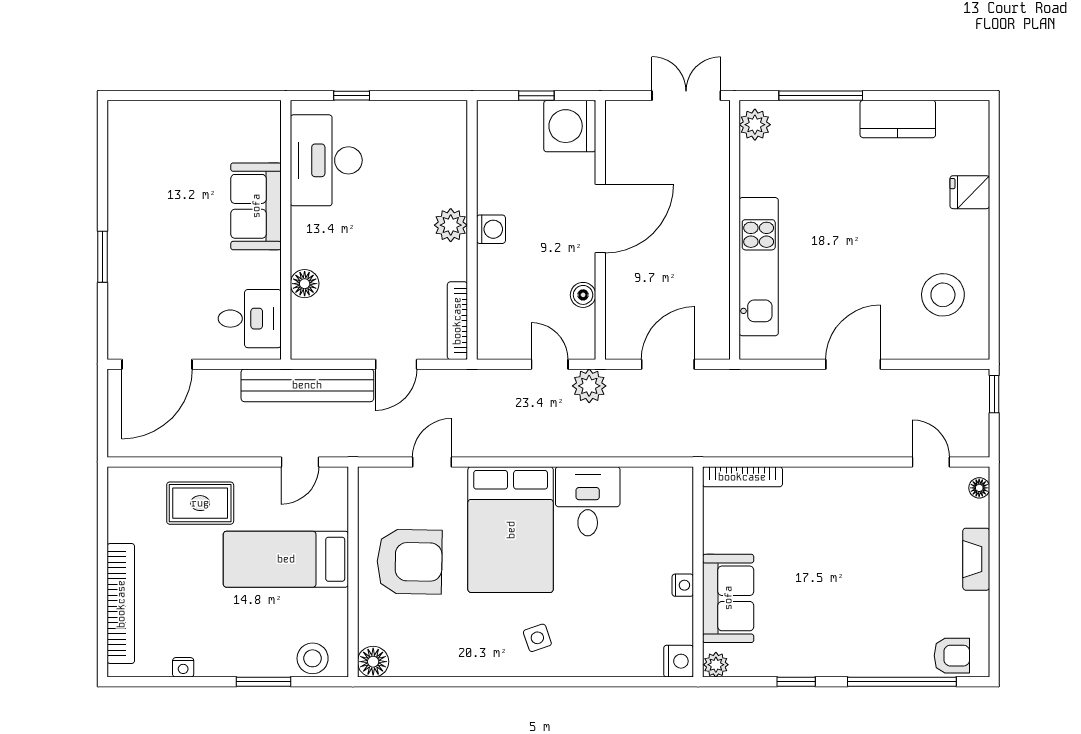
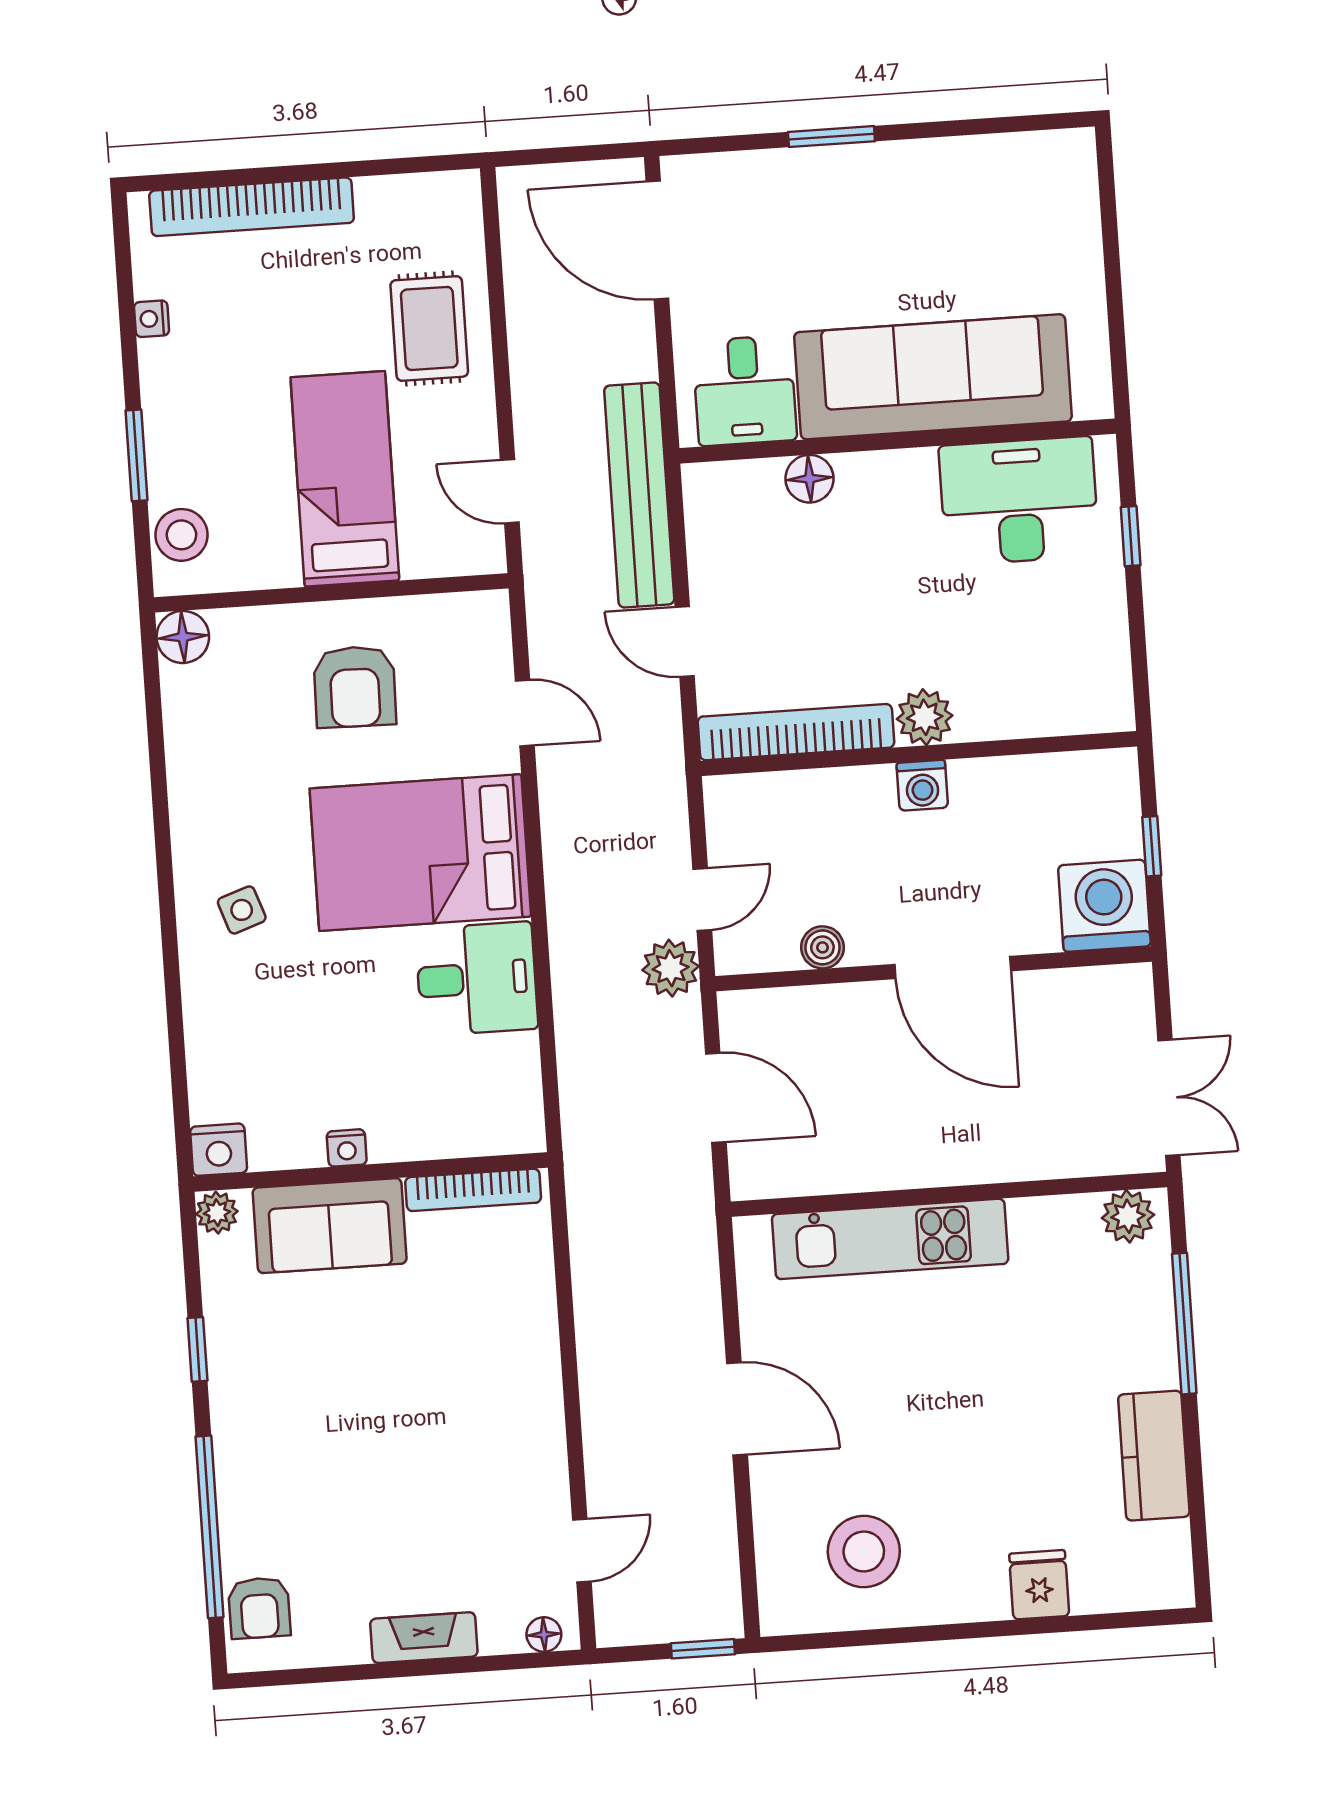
sofa: (256, 206) -> (933, 377), width x1.85, depth x1.27
bookcase: (457, 321) -> (796, 732), width x1.48, depth x1.31
bookcase: (742, 477) -> (473, 1190), moved, turned -90
armchair: (410, 562) -> (355, 687), width x0.73, depth x0.73

